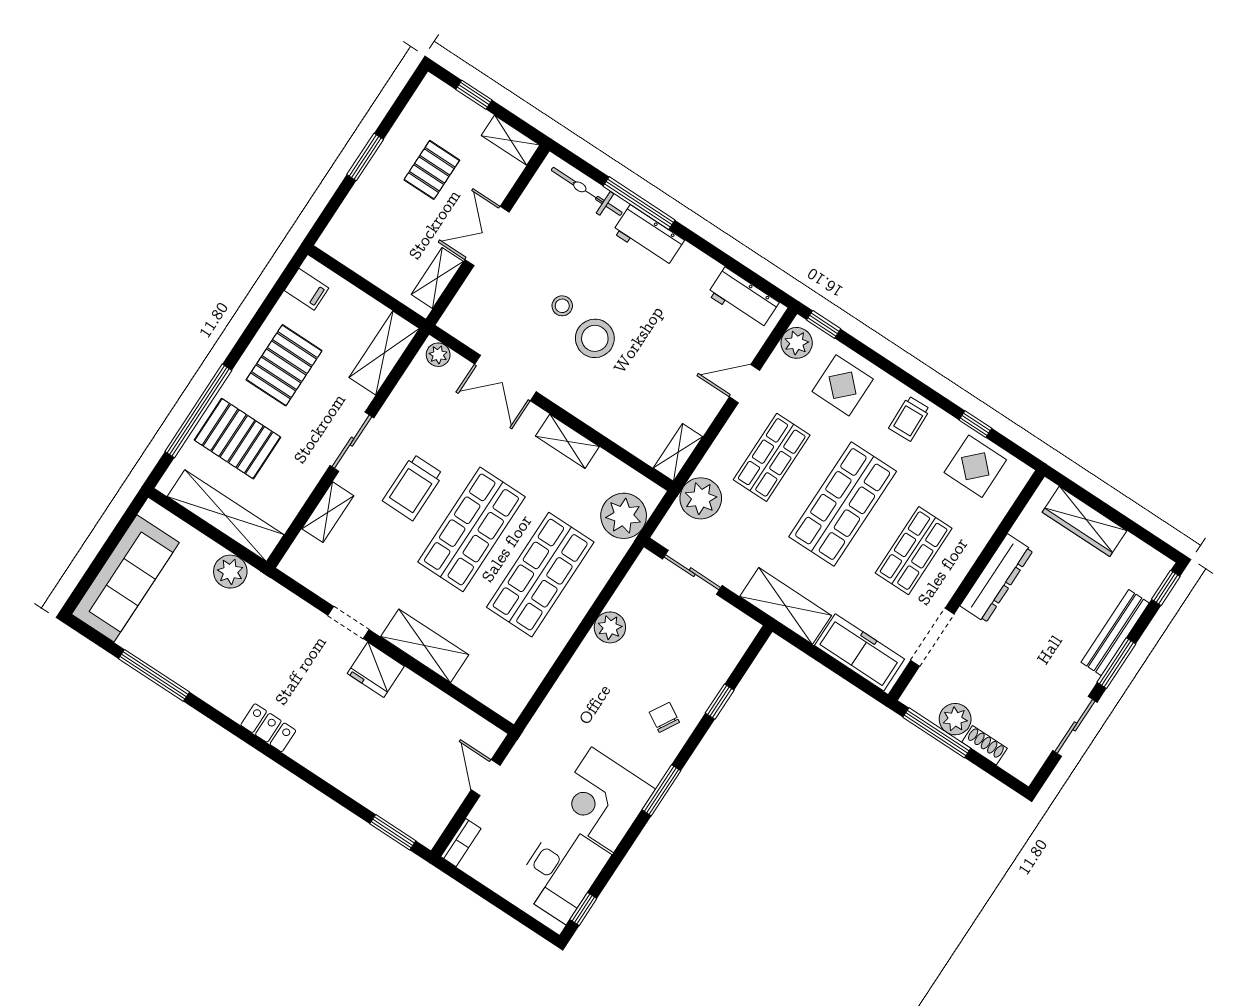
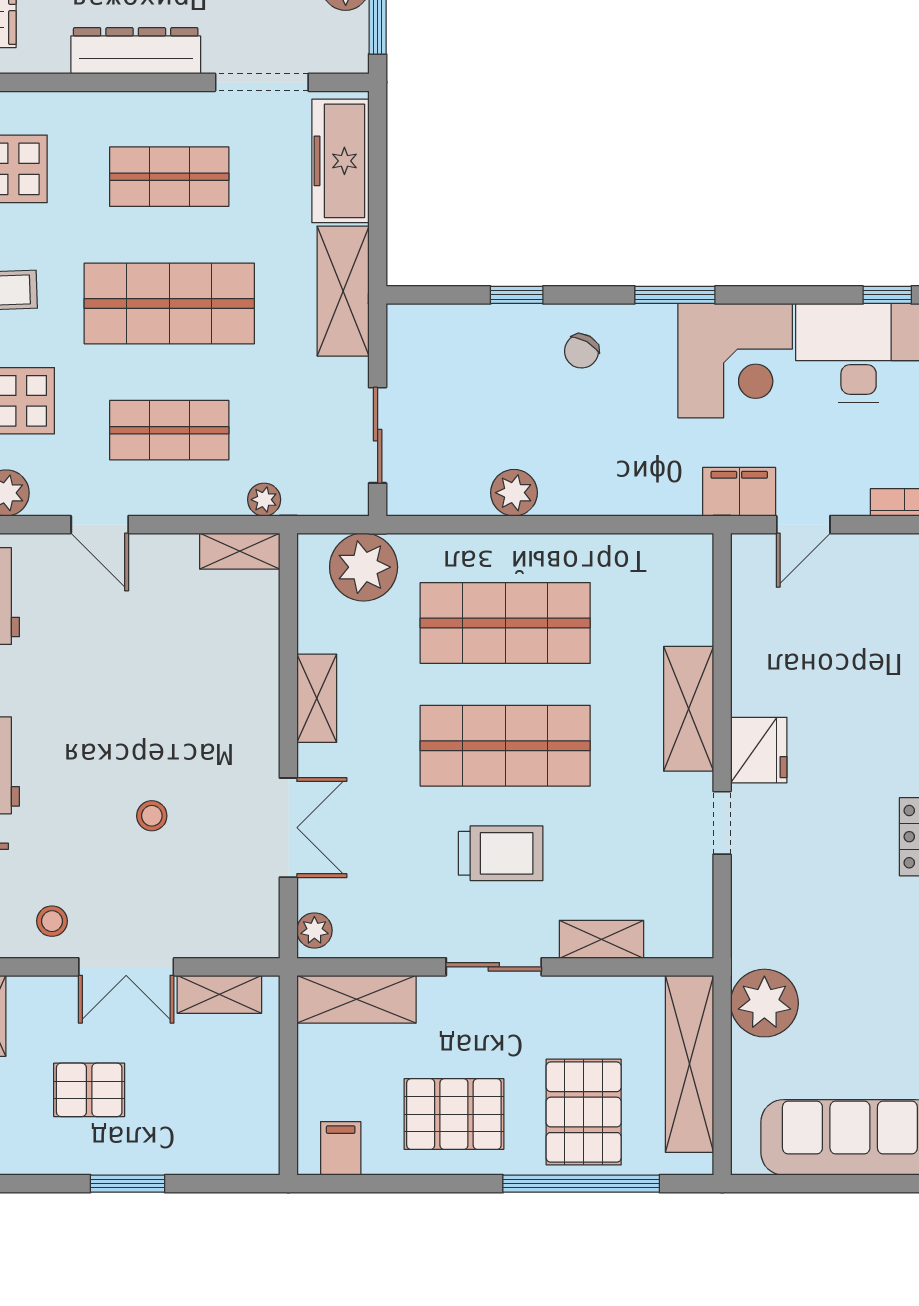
stool: (595, 338) -> (52, 921), moved, width x0.53, depth x0.53
plant: (701, 498) -> (264, 500), width x0.53, depth x0.53
plant: (230, 572) -> (764, 1003), width x1.36, depth x1.36
filing cabinet: (528, 754) -> (739, 492), added

